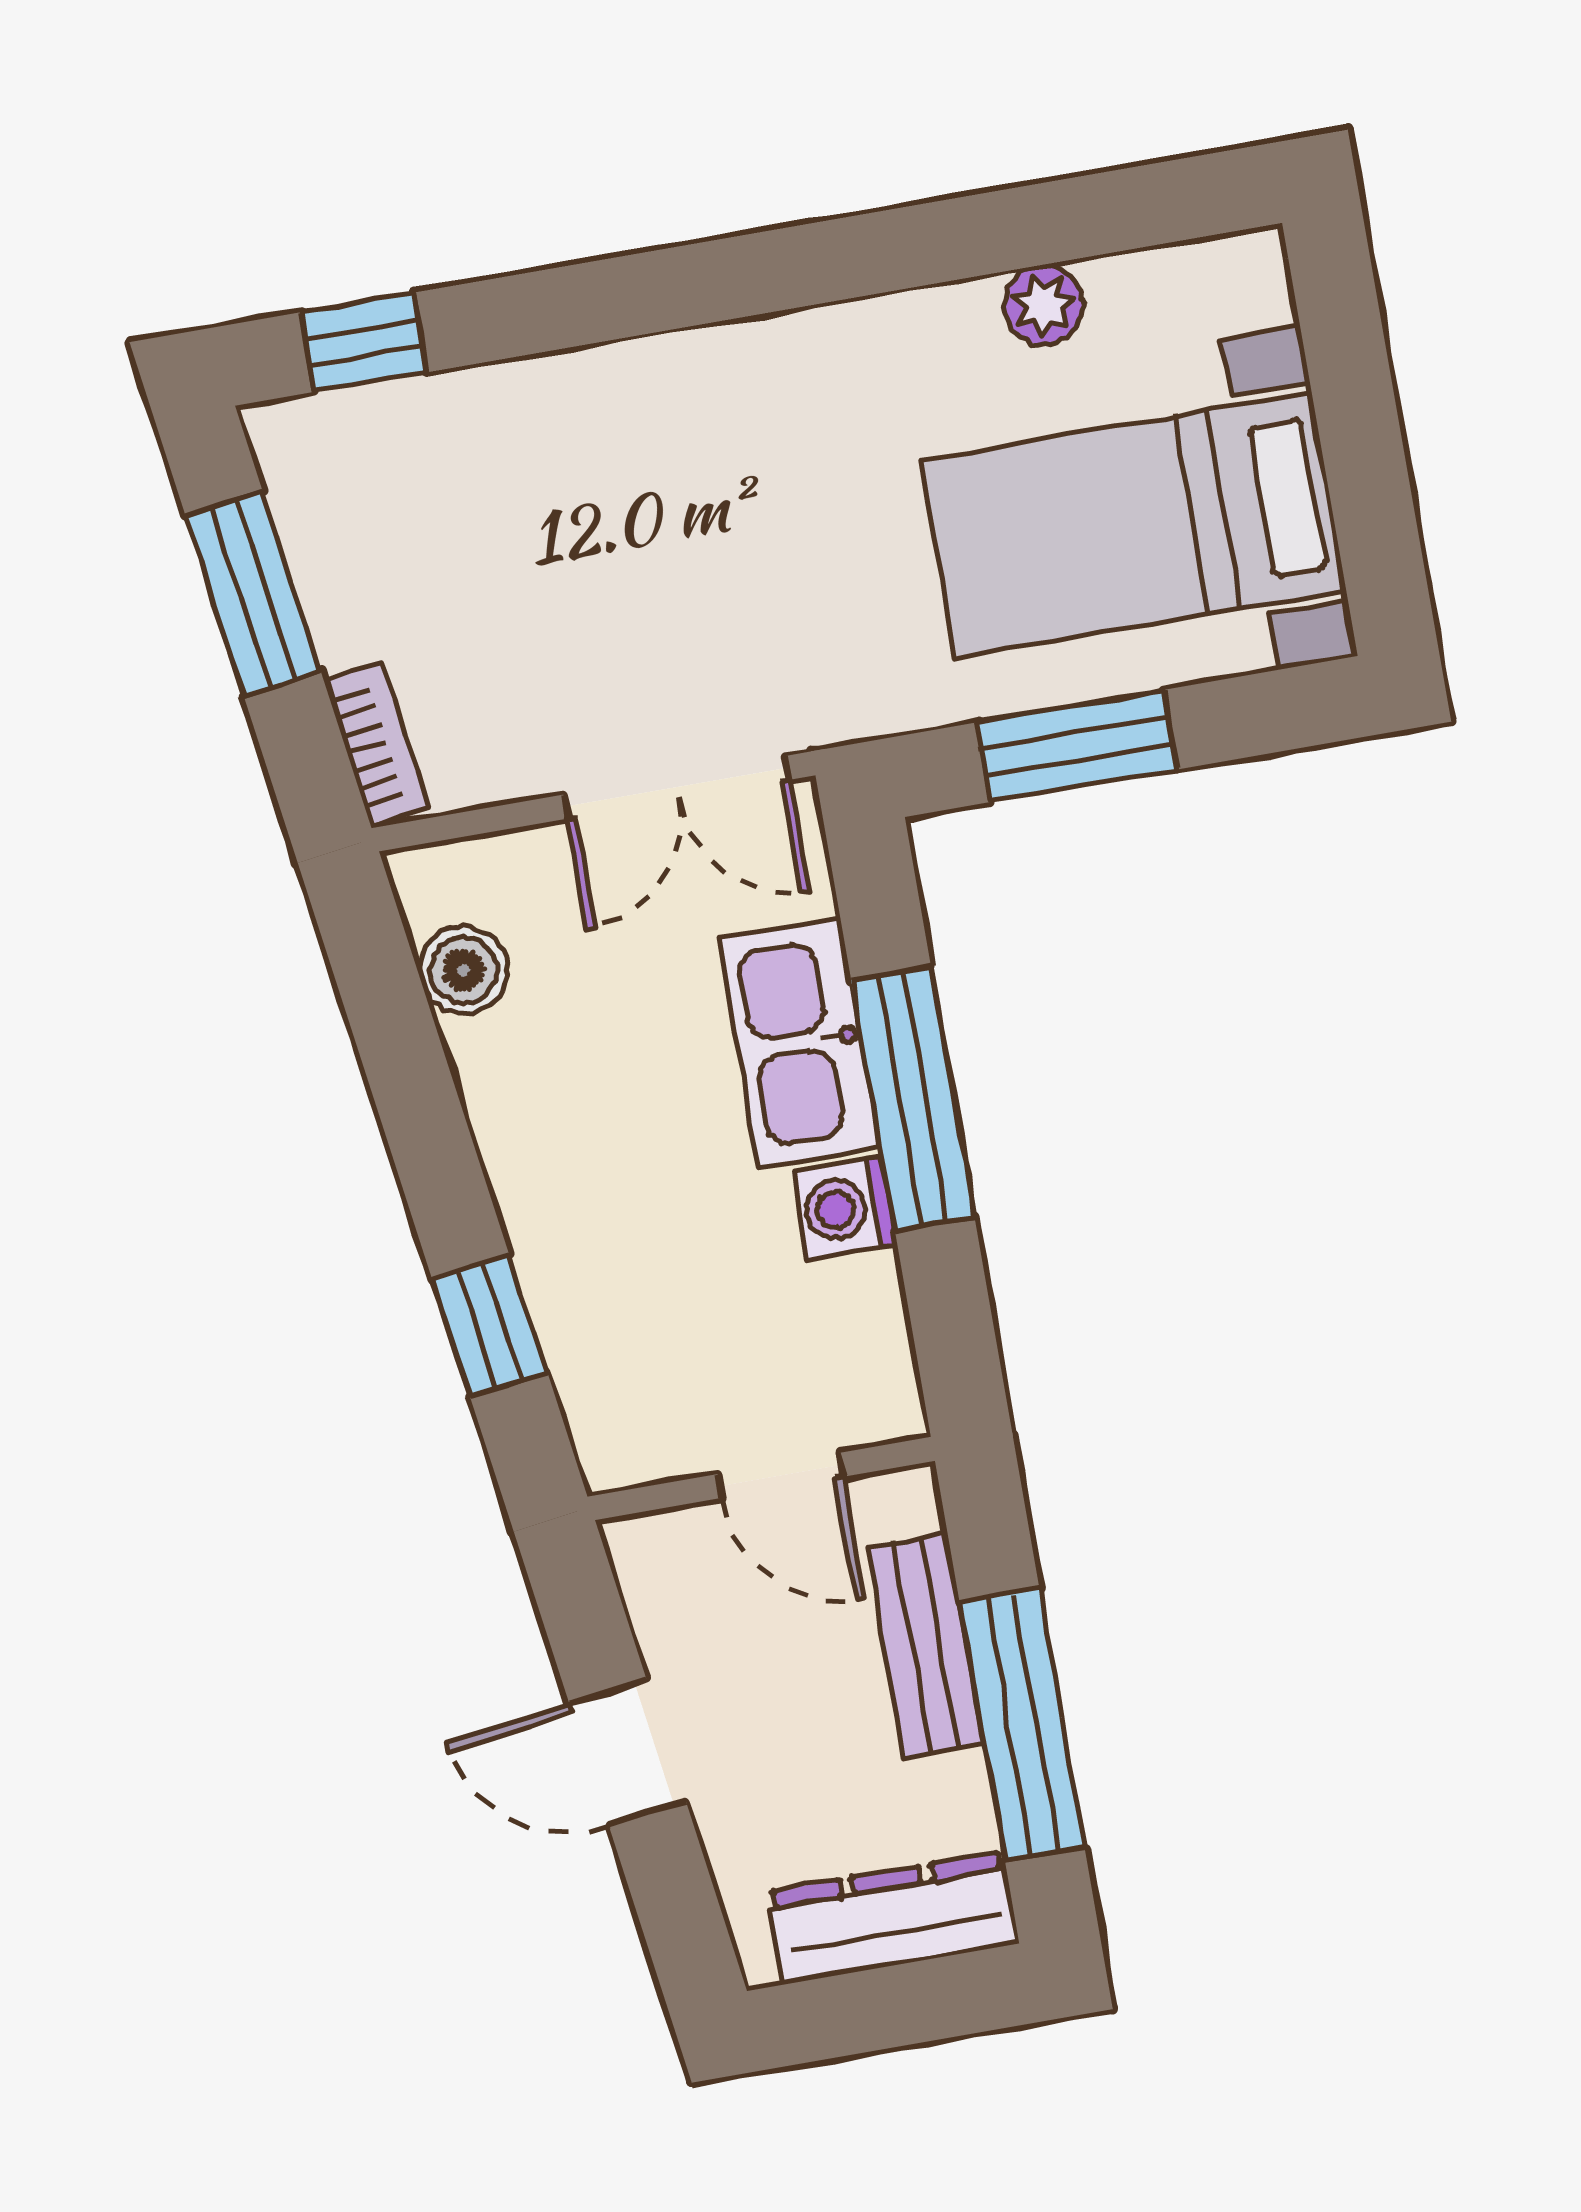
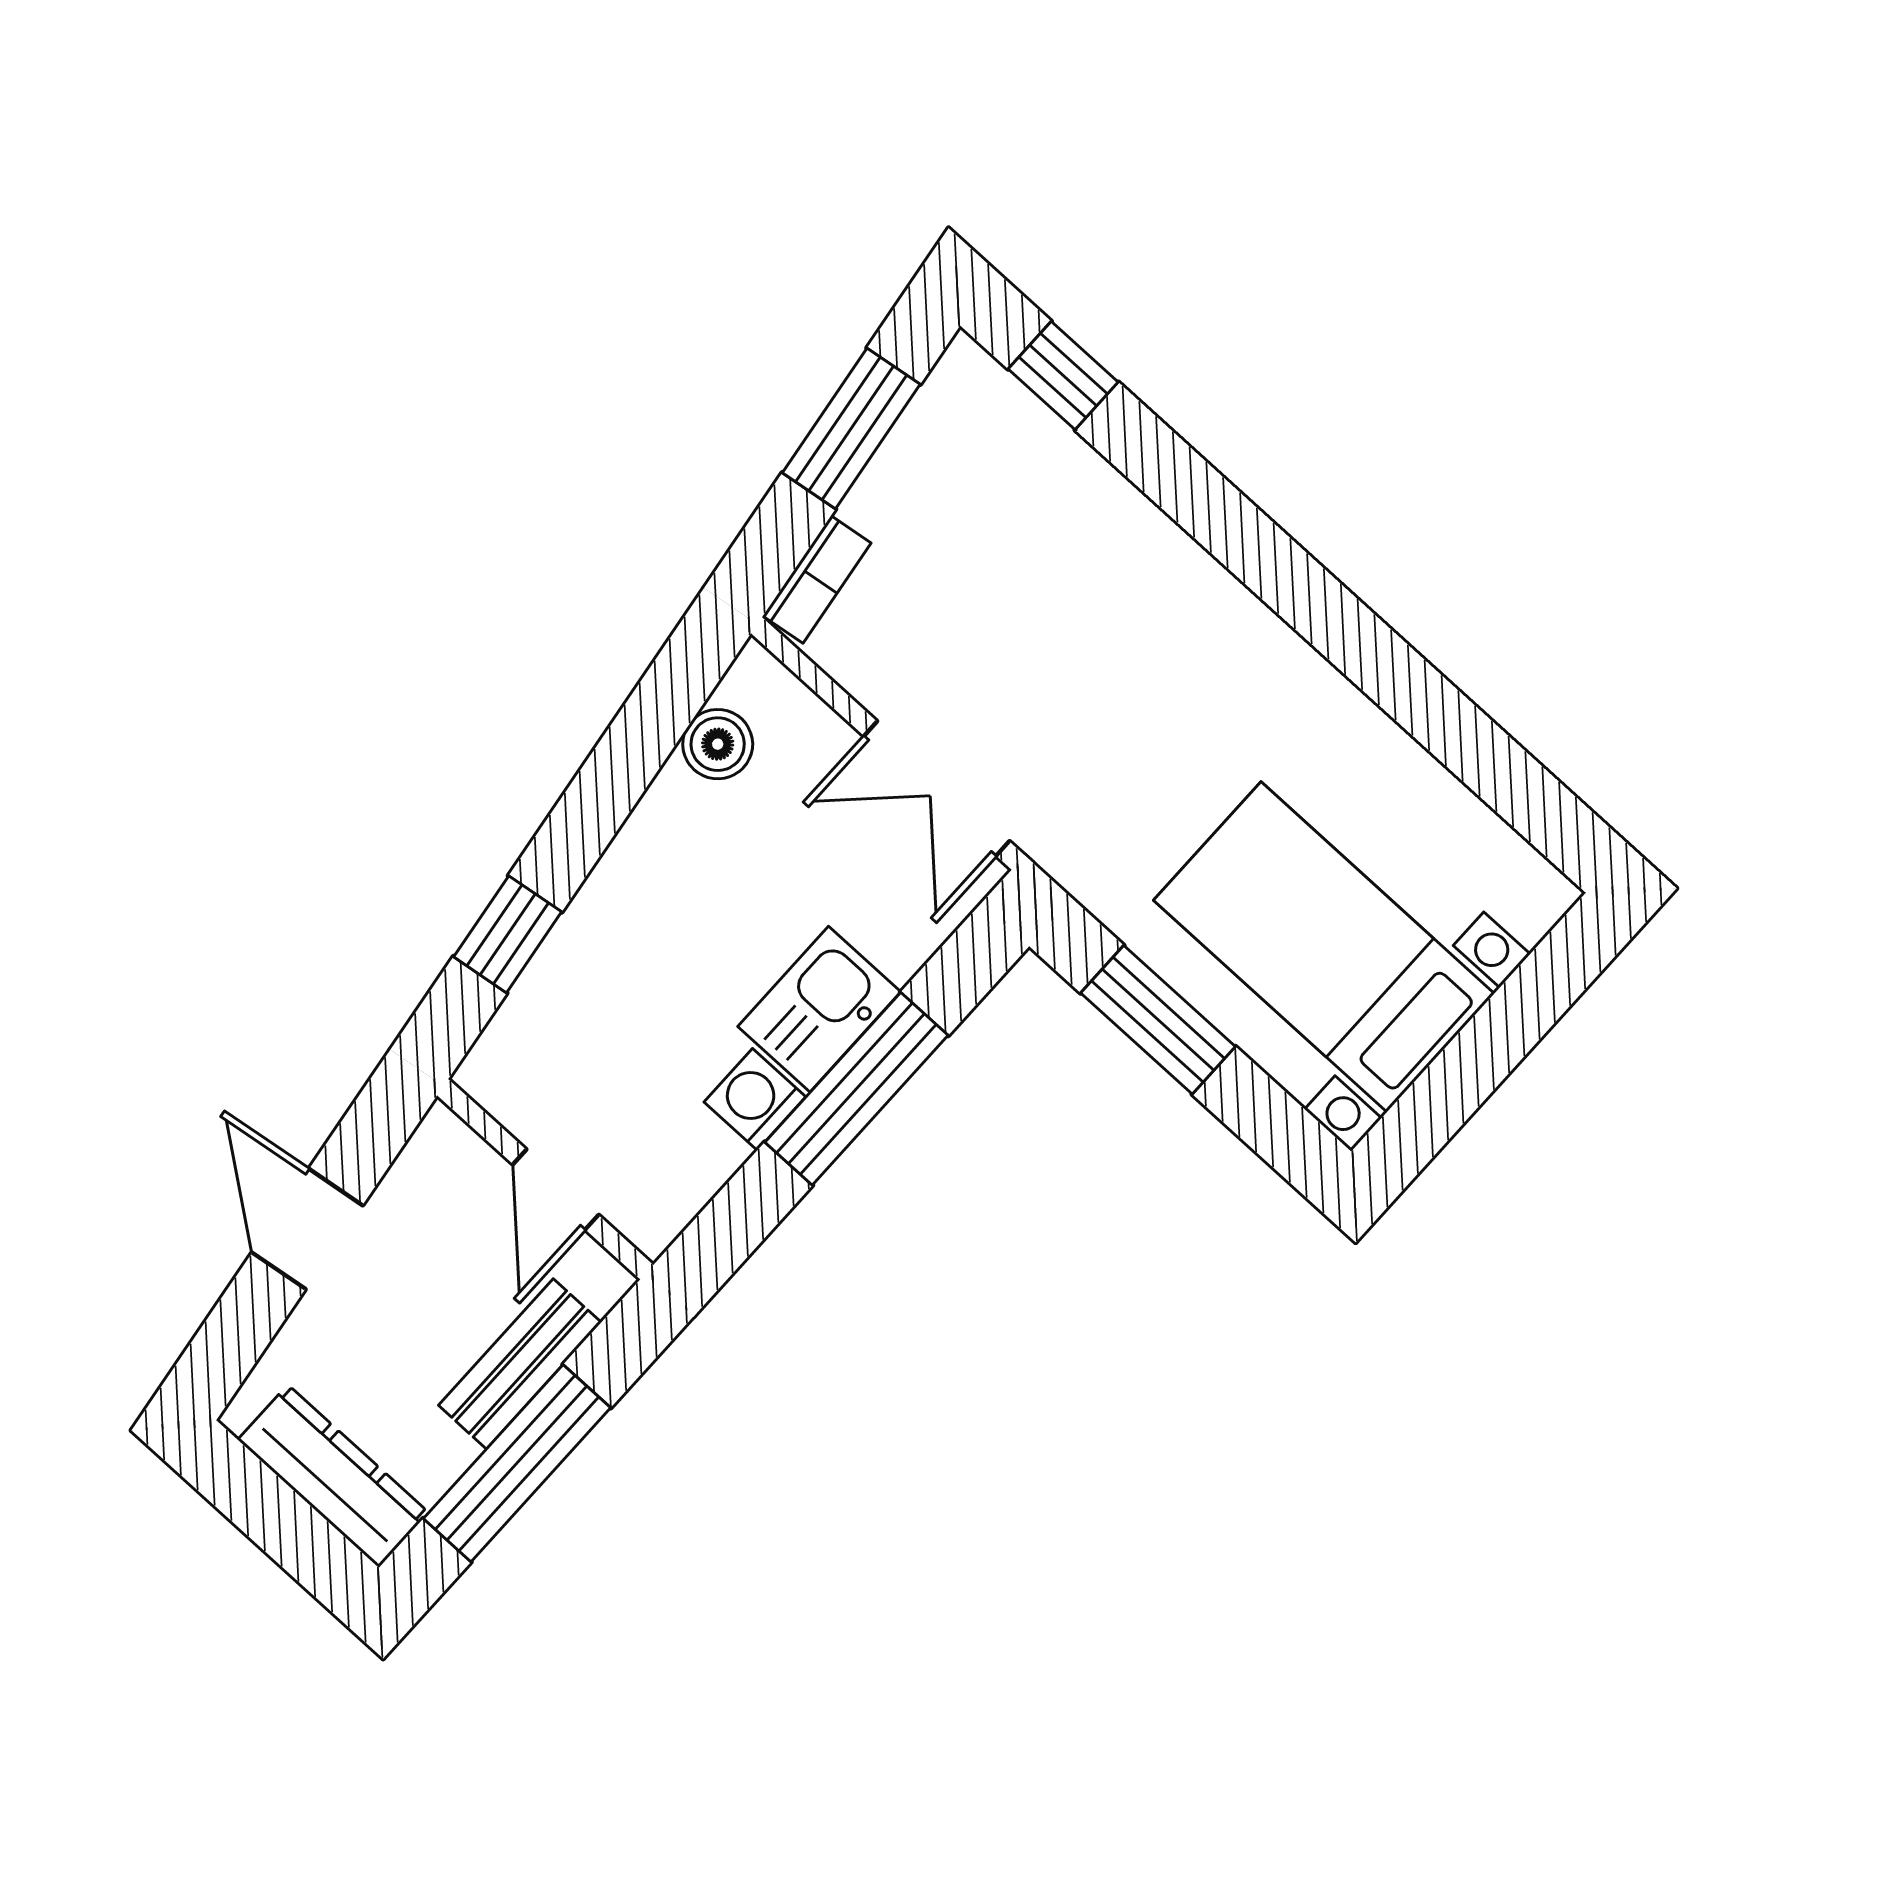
plant: (1044, 305) -> (1418, 783), removed
kitchen sink: (800, 1043) -> (819, 1009), width x0.73

